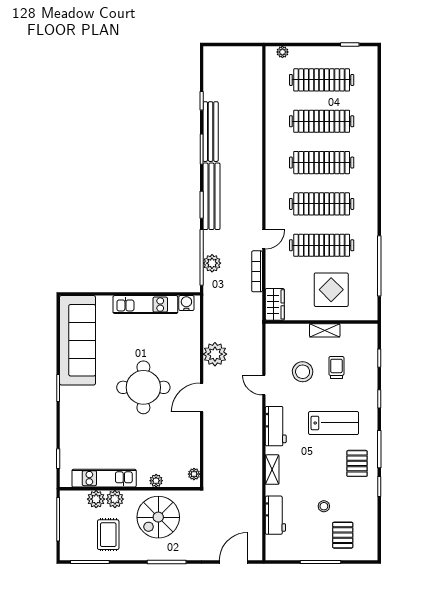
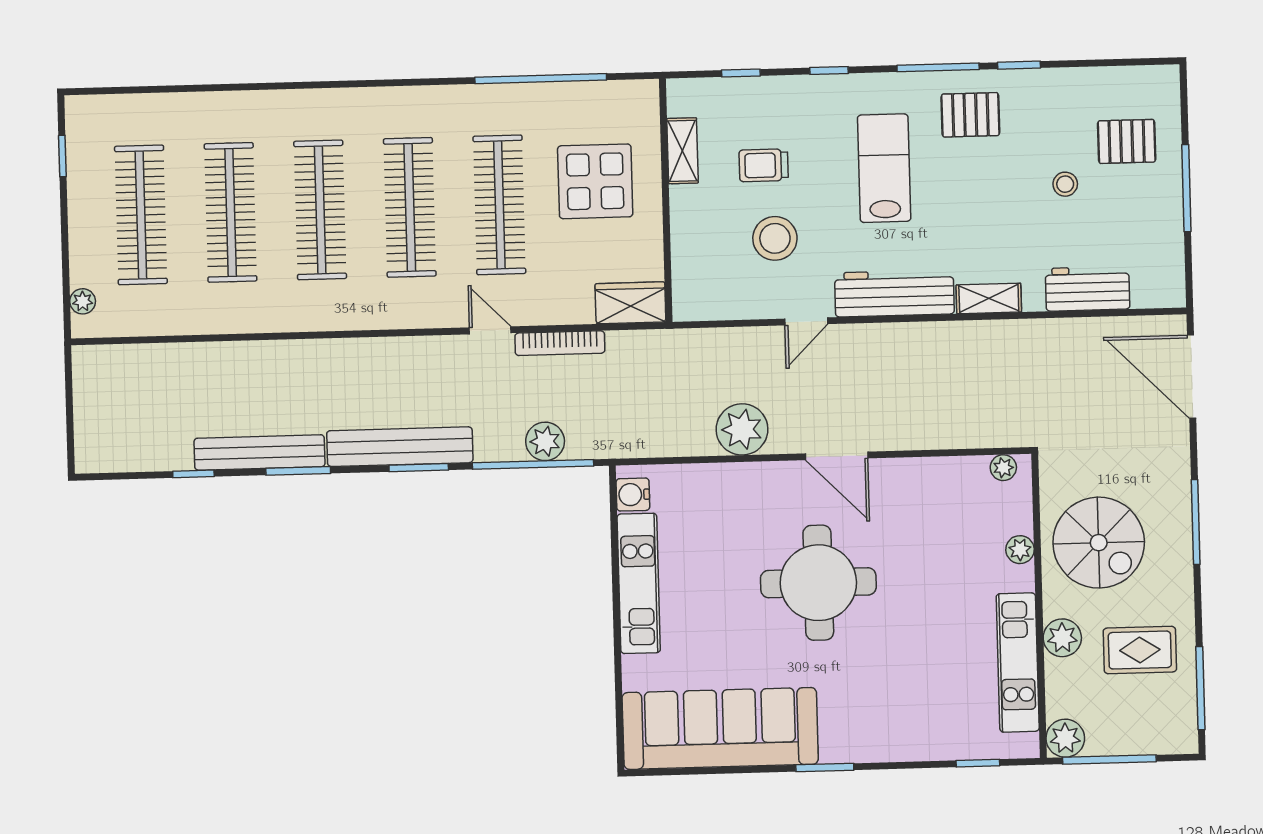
shelving: (325, 330) -> (683, 151), moved
workbench: (276, 426) -> (894, 293), width x1.38
plant: (96, 499) -> (1065, 738), moved
door: (234, 562) -> (1192, 377), width x1.36

